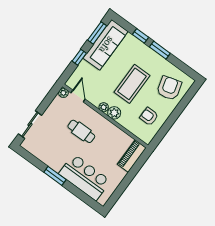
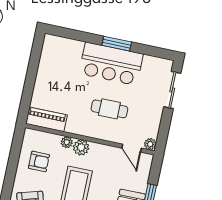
plant: (104, 107) -> (67, 142), moved
piano: (132, 156) -> (47, 119), moved, turned -90
bar counter: (85, 177) -> (111, 64), moved

